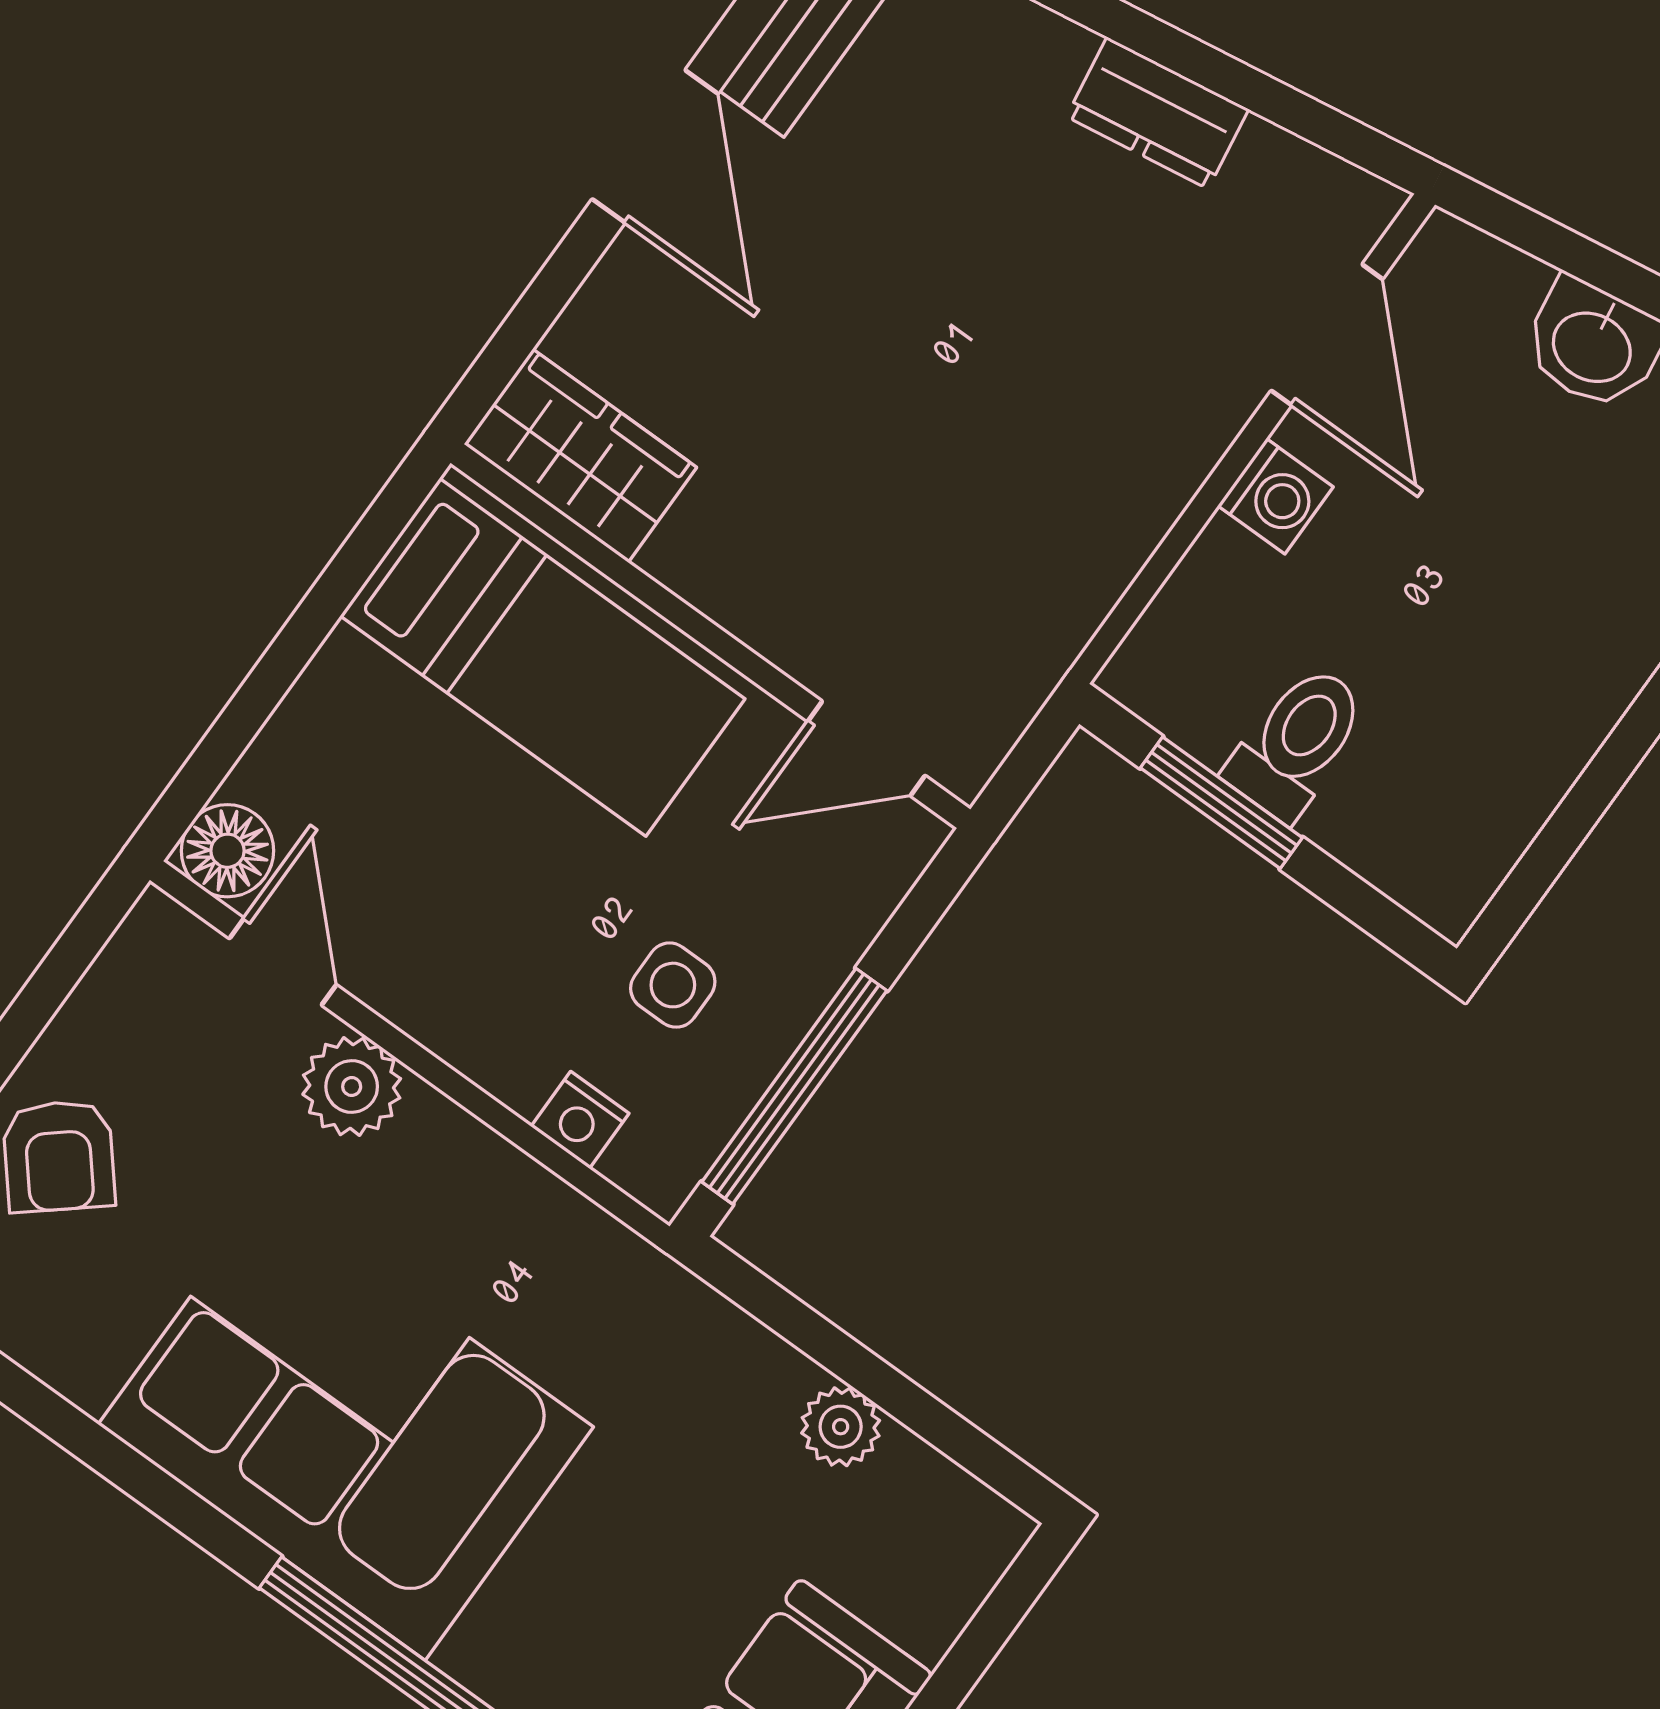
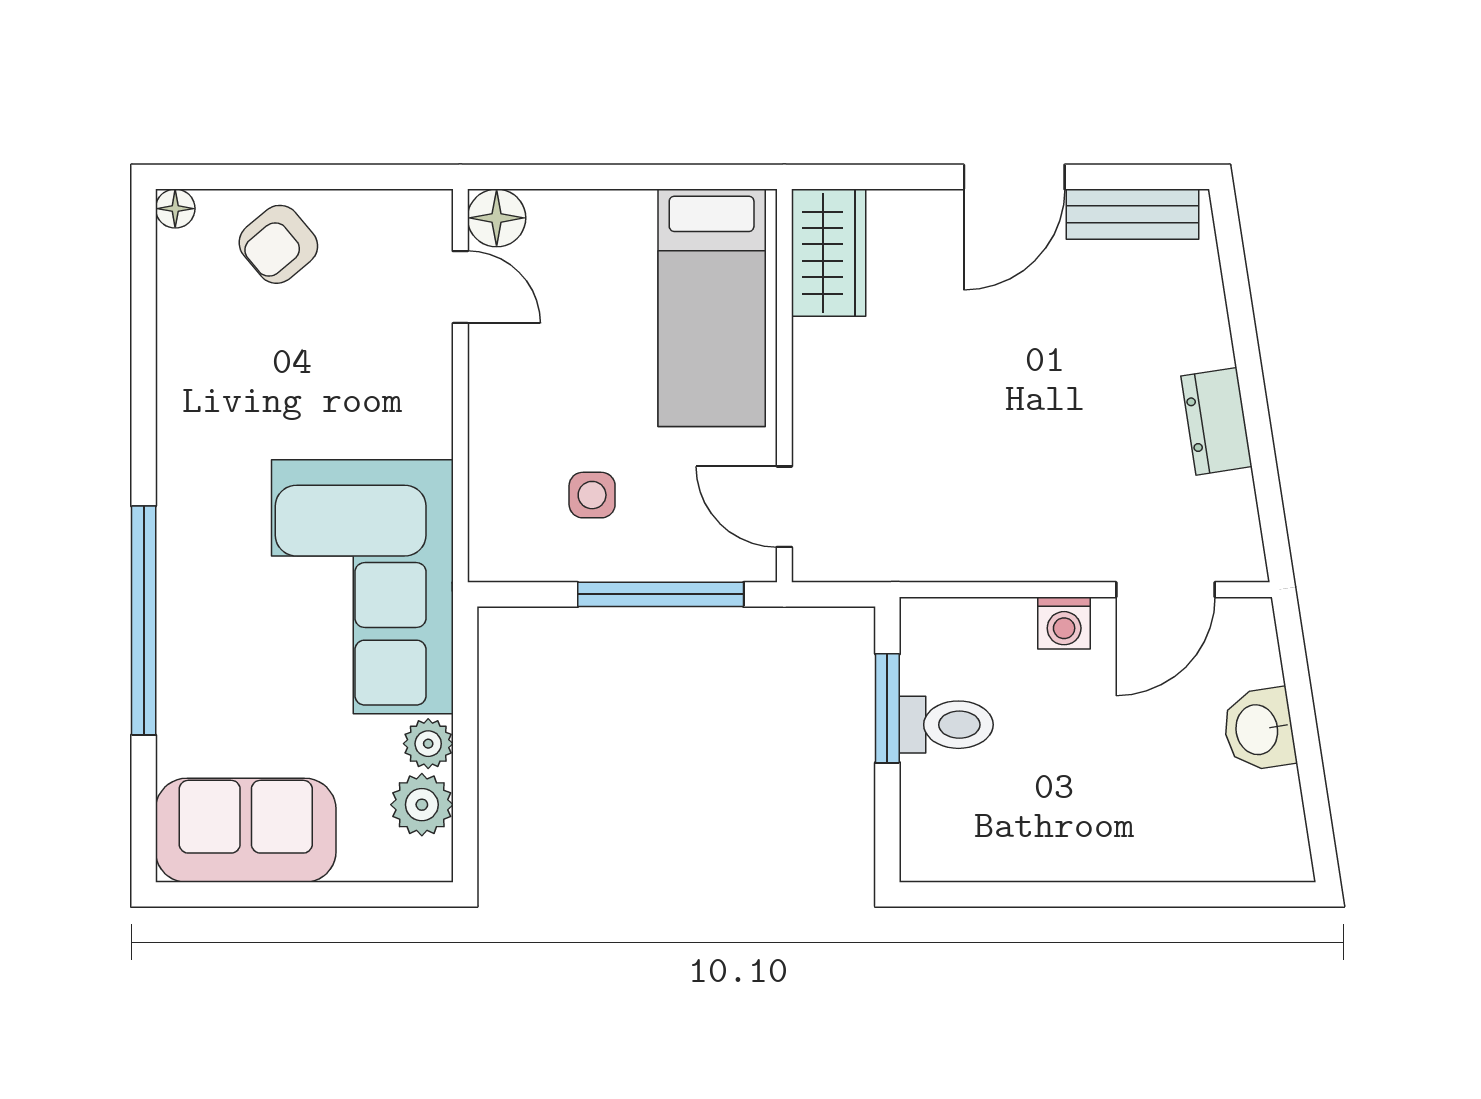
door: (283, 962) -> (460, 287), hinge flipped
plant: (352, 1086) -> (422, 805), moved
window: (794, 1086) -> (661, 594), moved
nightstand: (580, 1120) -> (489, 497), removed
corner sofa: (346, 1426) -> (362, 587), moved, turned 180

